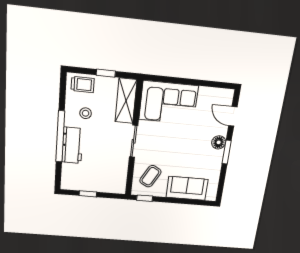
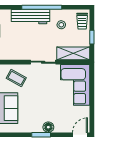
door: (233, 116) -> (80, 135), moved
workbench: (72, 145) -> (31, 17), width x1.38

